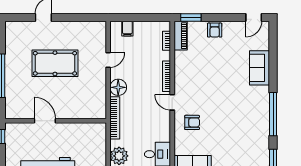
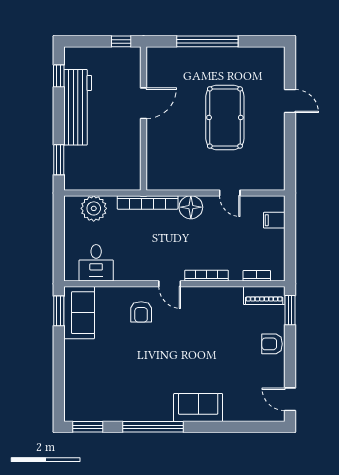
sofa: (260, 68) -> (198, 408), moved
door: (172, 102) -> (170, 284), swing flipped

